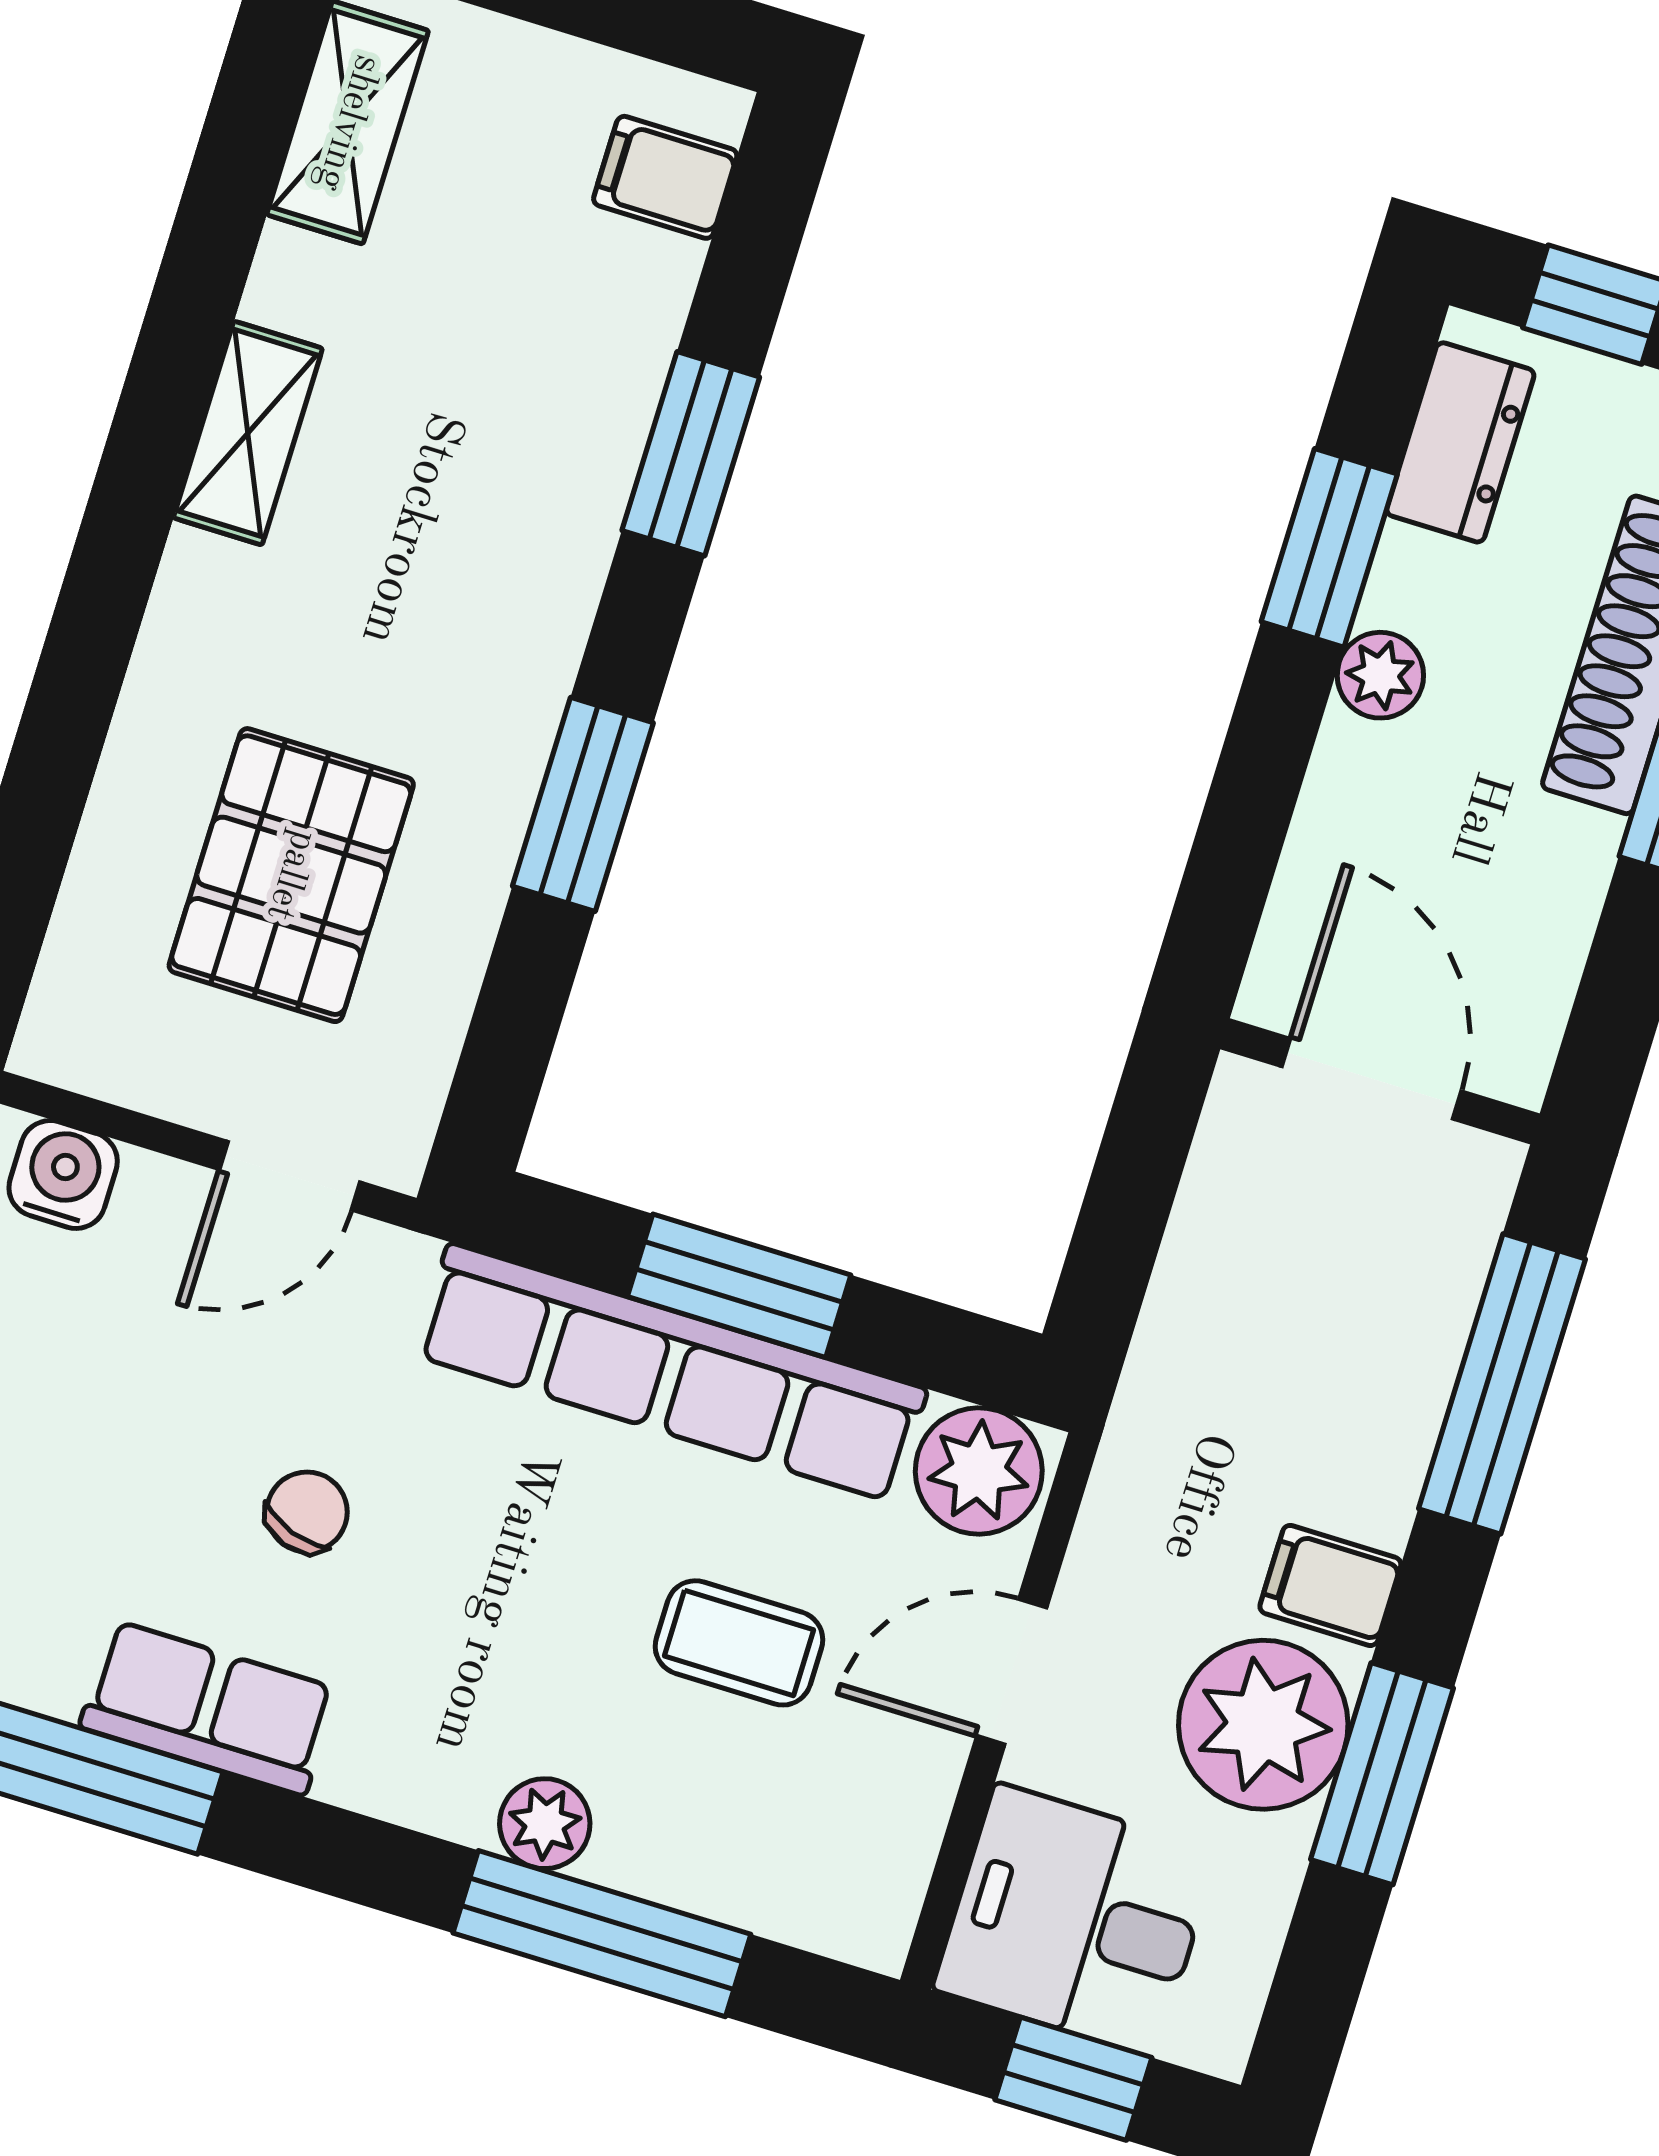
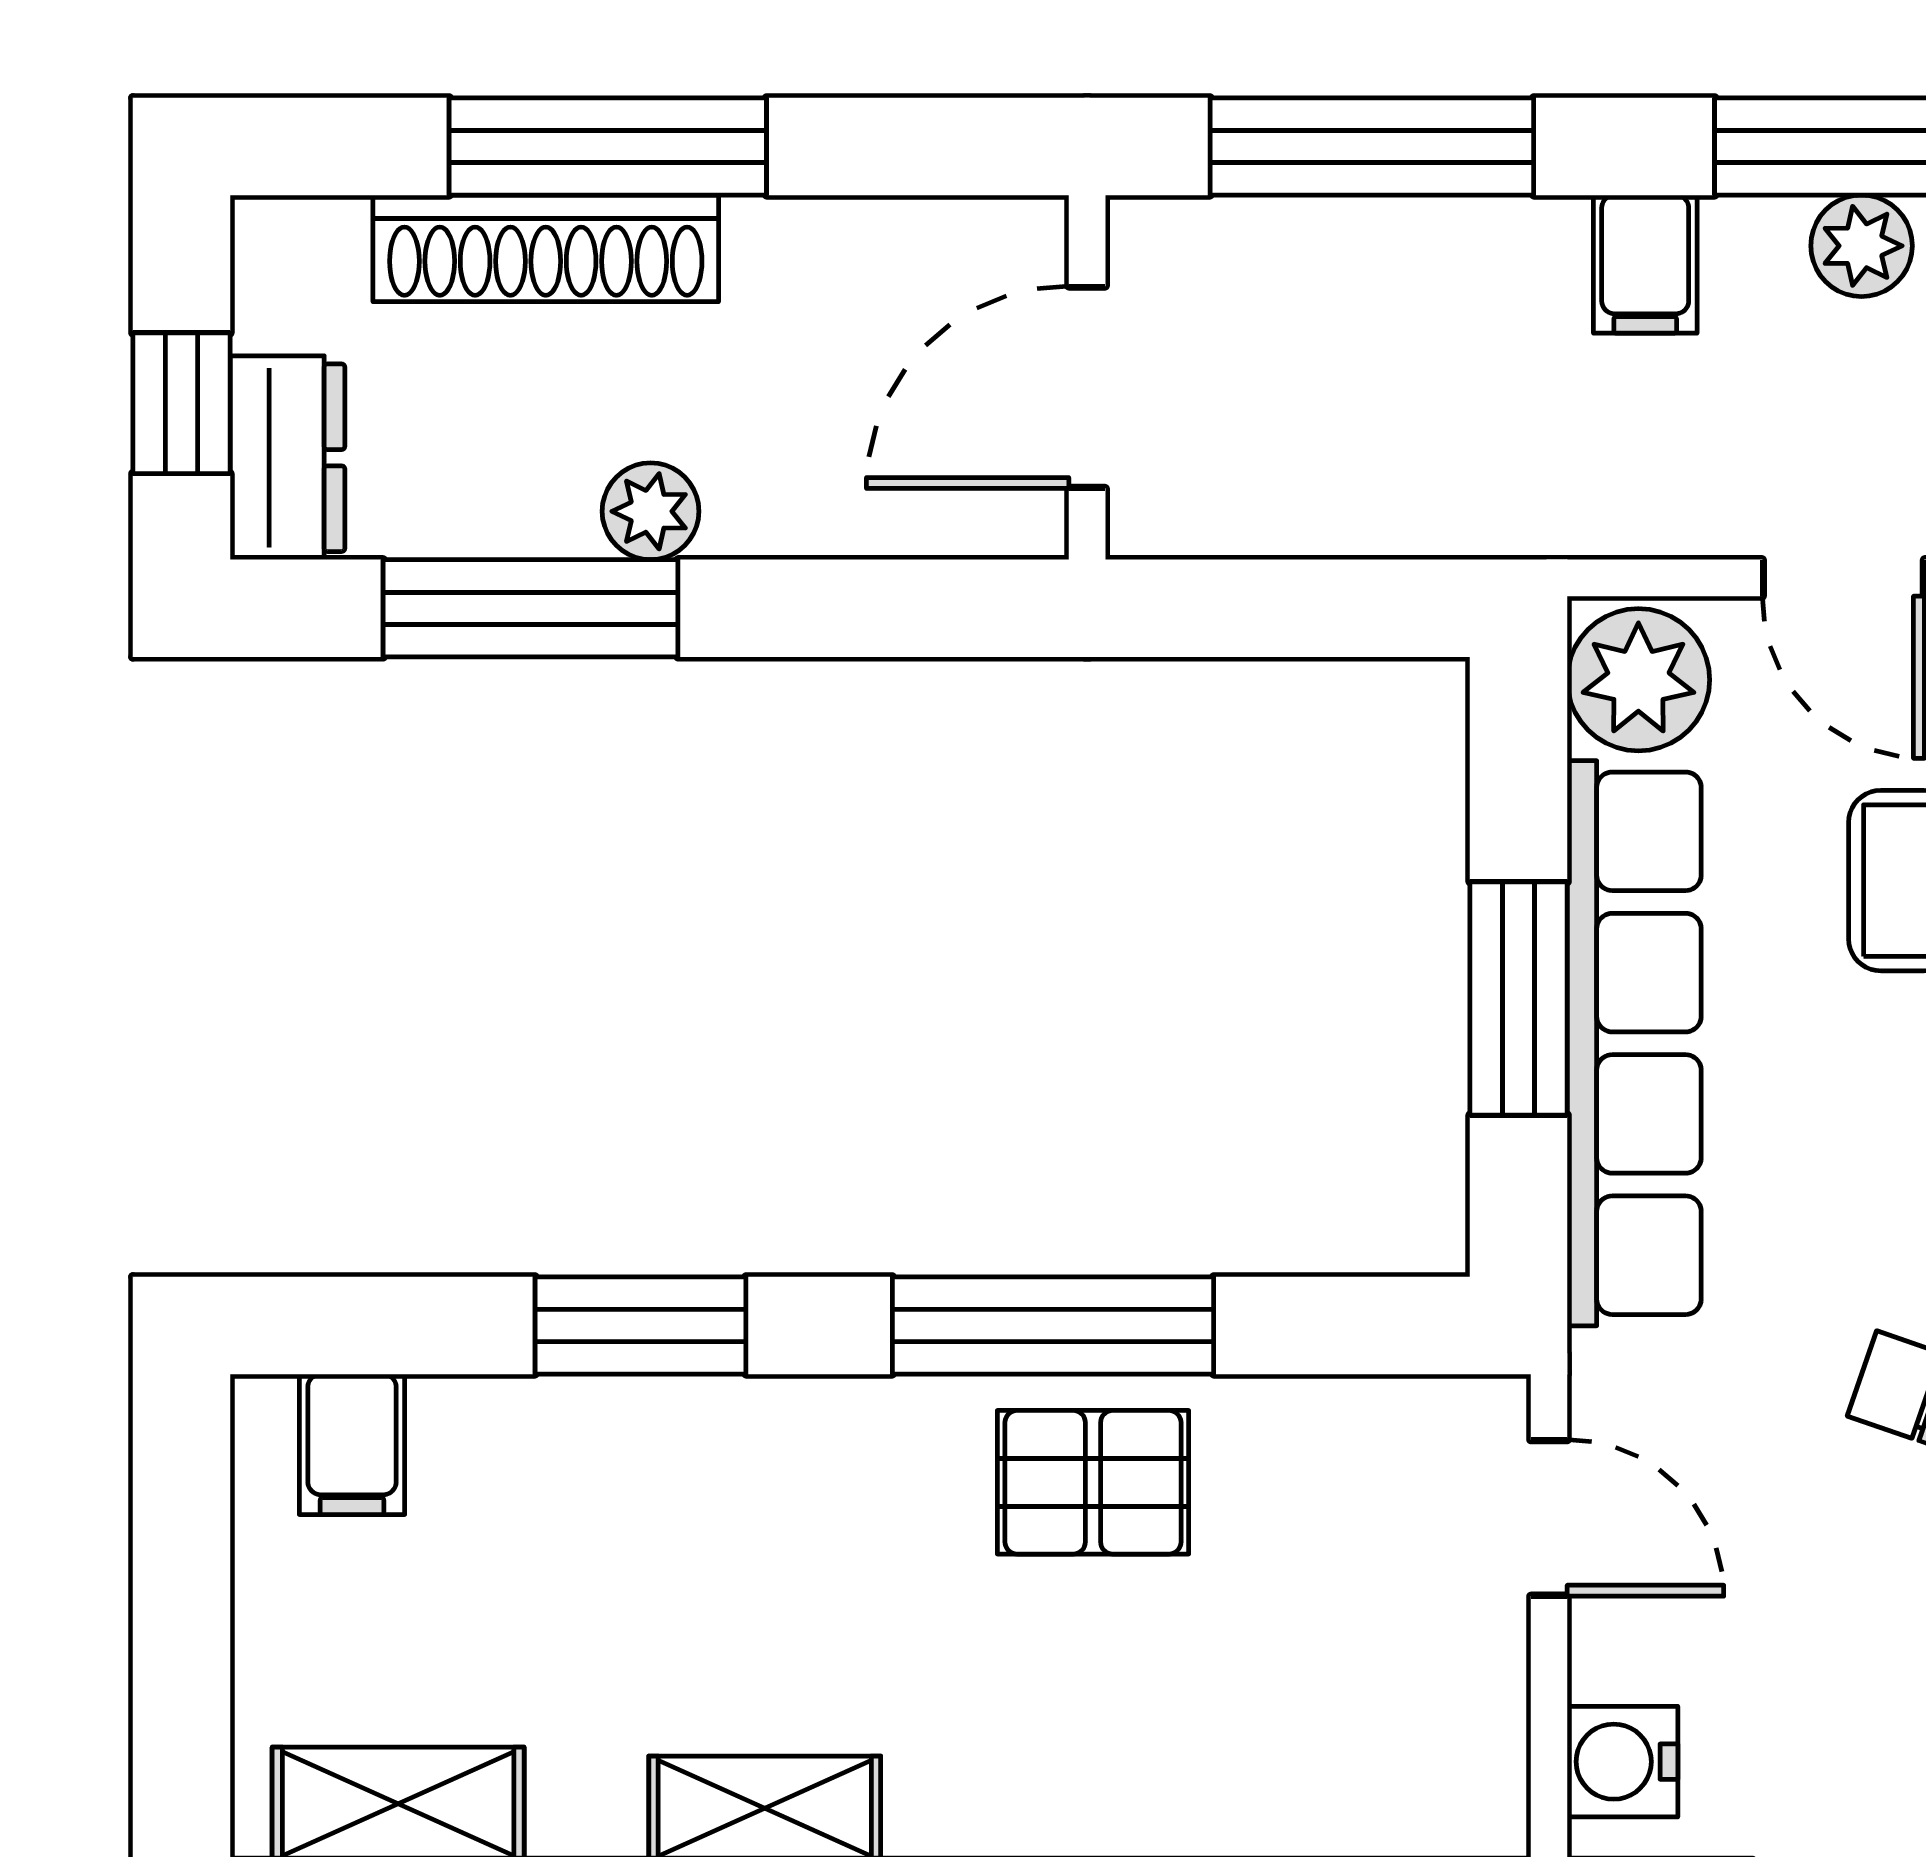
dresser: (1460, 442) -> (287, 458), moved, turned 90
window: (1329, 548) -> (531, 608), width x1.44
window: (583, 804) -> (1053, 1325), width x1.44
pallet: (291, 875) -> (1093, 1482), moved, width x0.67, depth x0.71
plant: (1263, 1725) -> (1862, 246), width x0.53, depth x0.53

